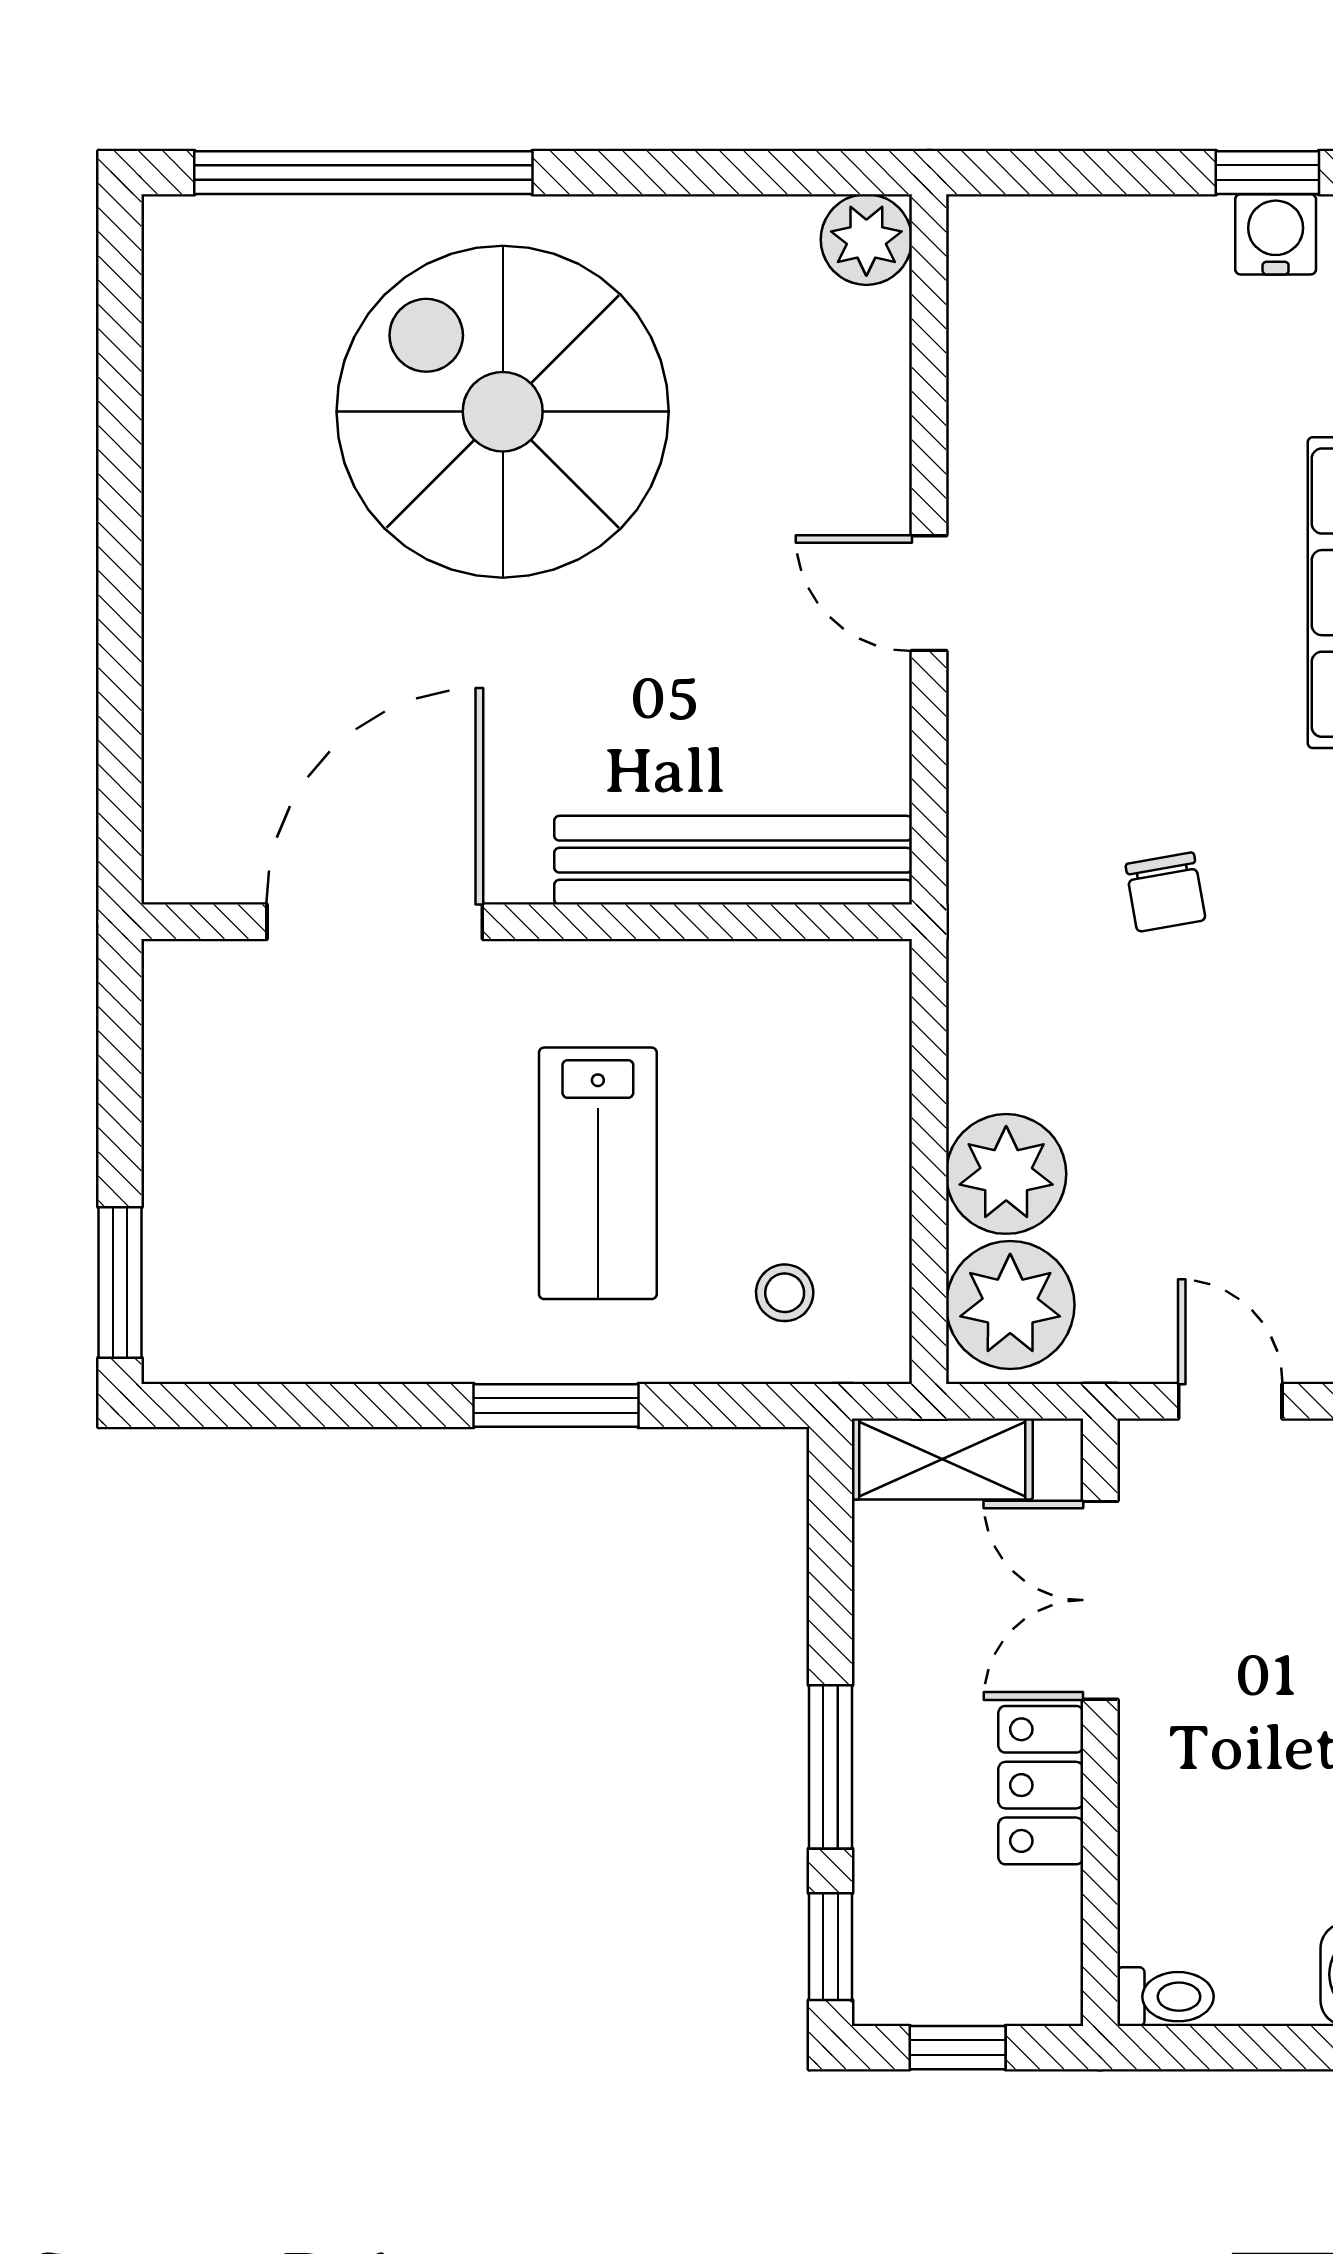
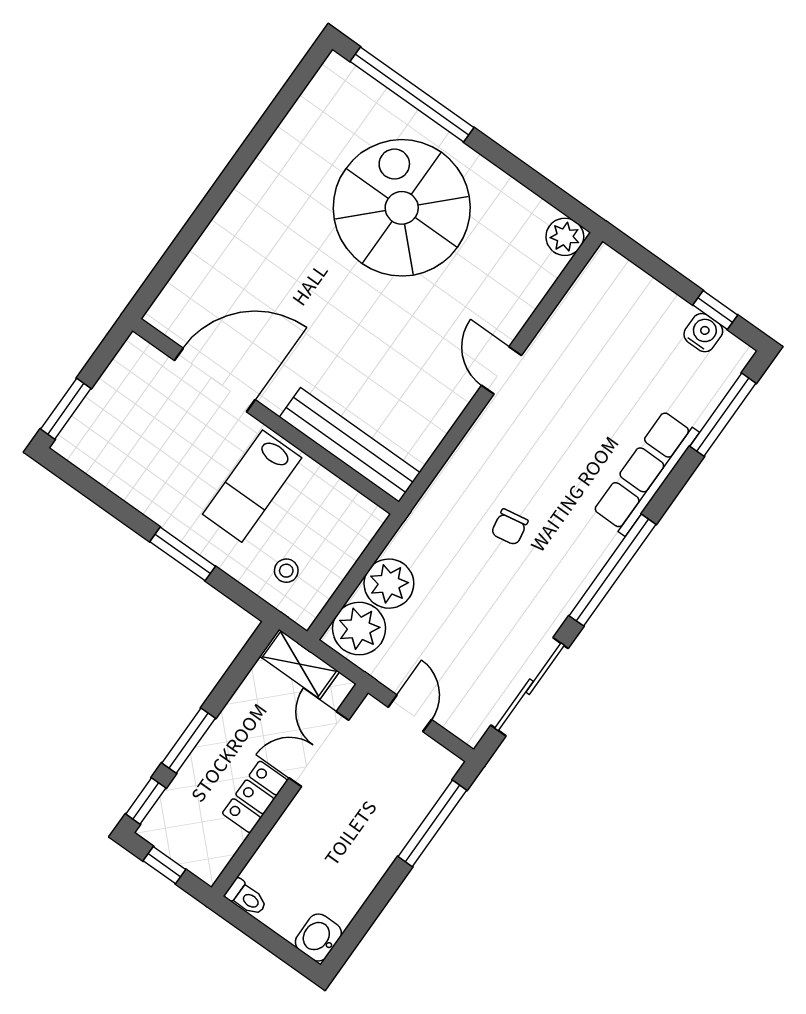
bench: (733, 860) -> (350, 445), moved
door: (375, 922) -> (215, 380), moved
wall: (527, 922) -> (266, 416), moved

